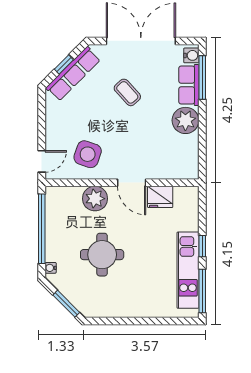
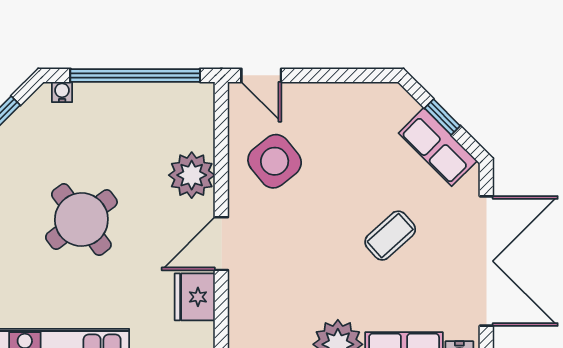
row of seats: (73, 74) -> (438, 147), width x0.68
side table: (88, 154) -> (275, 161), turned 32
round table: (102, 255) -> (81, 220), moved, turned -37

